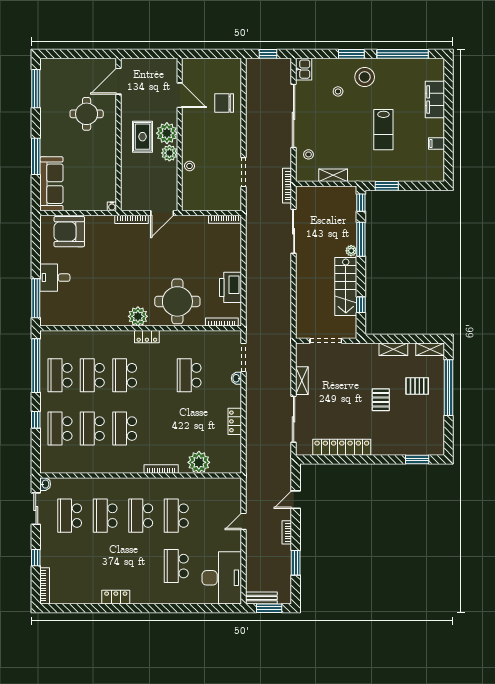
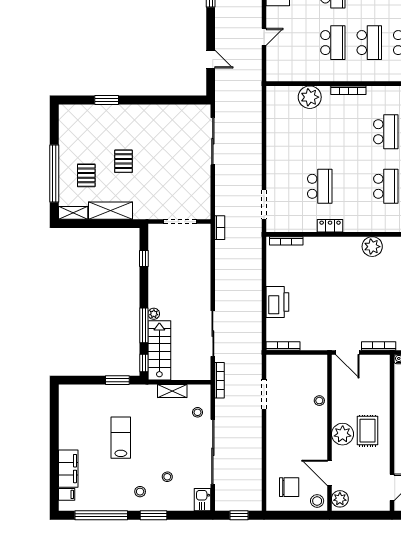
stool: (192, 68) -> (317, 501), added
stool: (365, 77) -> (140, 492), width x0.53, depth x0.53
chair: (224, 103) -> (289, 487), moved
filing cabinet: (436, 144) -> (67, 494), moved
plant: (169, 153) -> (340, 499), moved
door: (162, 213) -> (347, 352), swing flipped
stairs: (346, 286) -> (159, 350), moved
printer: (230, 287) -> (277, 302), moved
round table: (177, 301) -> (332, 262), removed
locker: (147, 337) -> (330, 226), moved
shelving: (393, 349) -> (111, 211), width x1.50, depth x1.33
washbasin: (236, 378) -> (271, 183), removed
shelving: (302, 381) -> (204, 181), removed
pallet: (417, 386) -> (86, 175), turned 90
locker: (235, 421) -> (273, 139), removed
locker: (342, 447) -> (163, 113), removed
window: (417, 460) -> (107, 100), moved
door: (296, 500) -> (211, 59), hinge flipped
bookcase: (287, 532) -> (220, 228), moved

